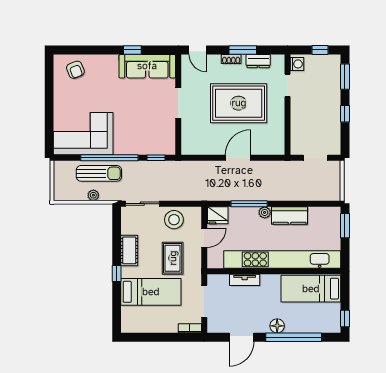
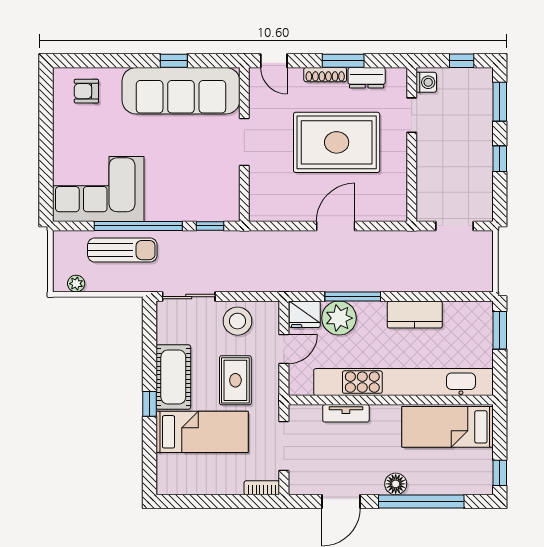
shoe rack: (231, 59) -> (325, 75), width x1.43
sofa: (147, 66) -> (181, 91), width x1.36, depth x1.27
armchair: (75, 70) -> (86, 91), turned 112
plant: (93, 195) -> (76, 284), moved
plant: (265, 212) -> (339, 318), moved, width x1.87, depth x1.87
cot: (129, 250) -> (173, 377), width x1.37, depth x1.34

